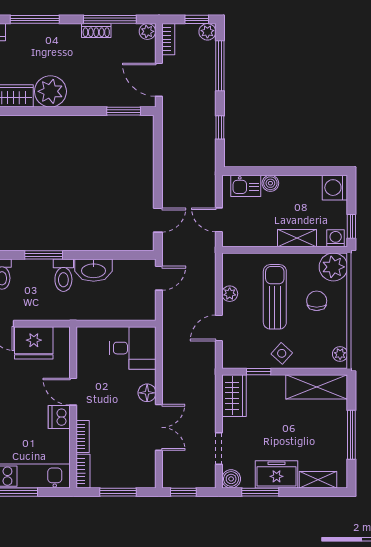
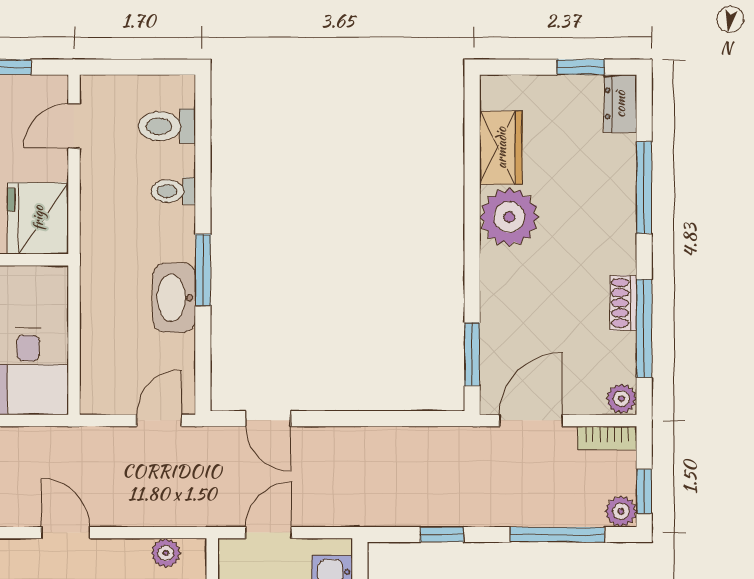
window: (44, 255) -> (203, 270), moved
toilet: (63, 275) -> (173, 191), moved, width x0.73, depth x0.72
door: (159, 278) -> (159, 420), swing flipped
plant: (230, 294) -> (166, 553), moved
fridge: (34, 343) -> (38, 218), moved

